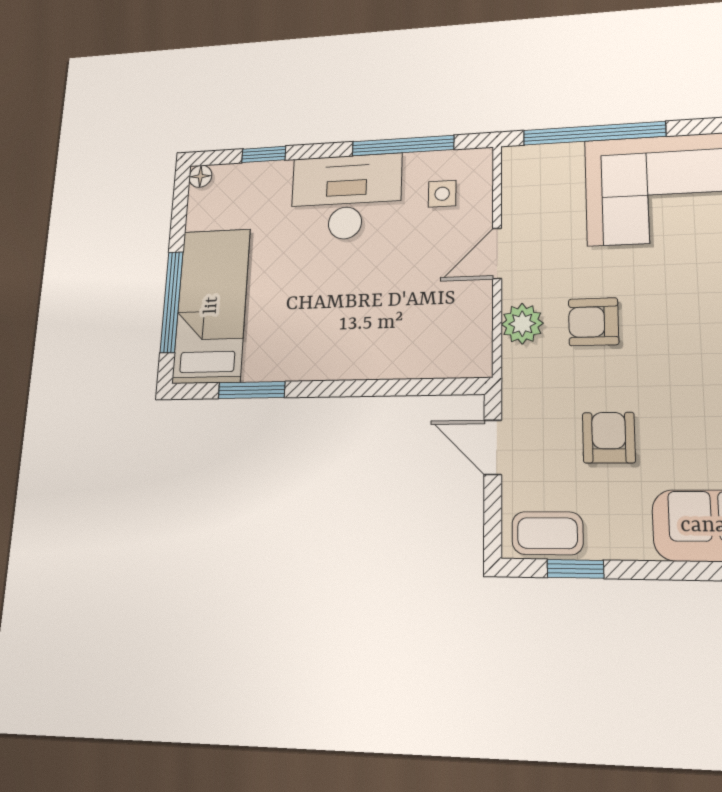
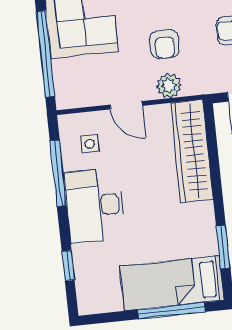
floor lamp: (200, 176) -> (85, 307), removed
wardrobe: (409, 353) -> (192, 151), added

